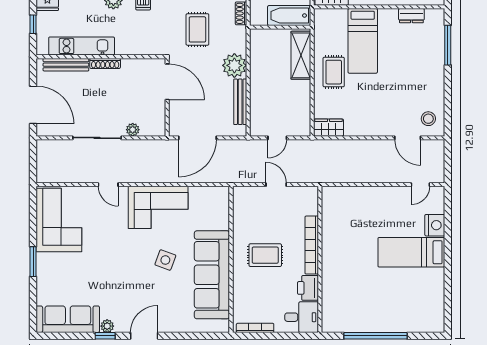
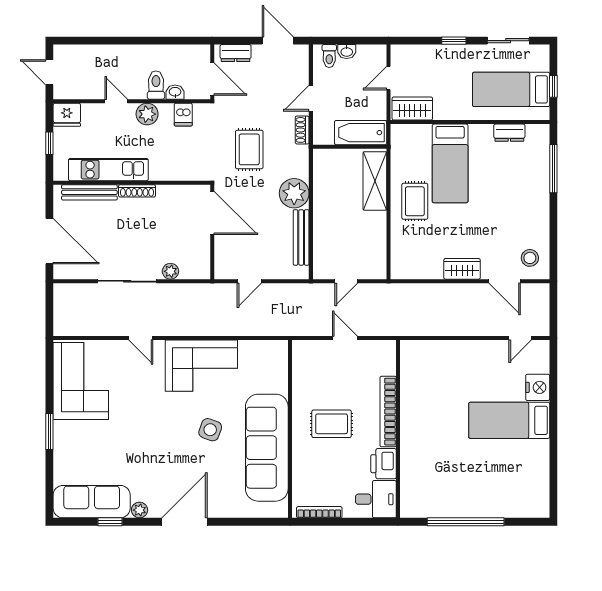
wardrobe: (329, 128) -> (462, 269), moved
door: (197, 138) -> (249, 281), width x0.53
window: (105, 336) -> (110, 522), moved
door: (144, 336) -> (184, 522), width x1.36

